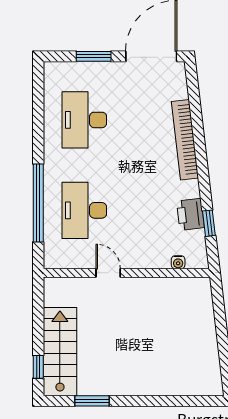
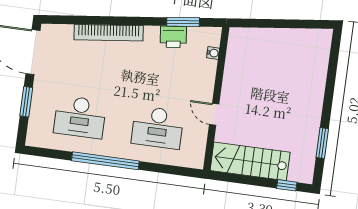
window: (38, 203) -> (105, 161), moved
window: (209, 223) -> (183, 22), width x1.50
door: (108, 273) -> (214, 114), hinge flipped
stairs: (60, 352) -> (250, 161), moved

